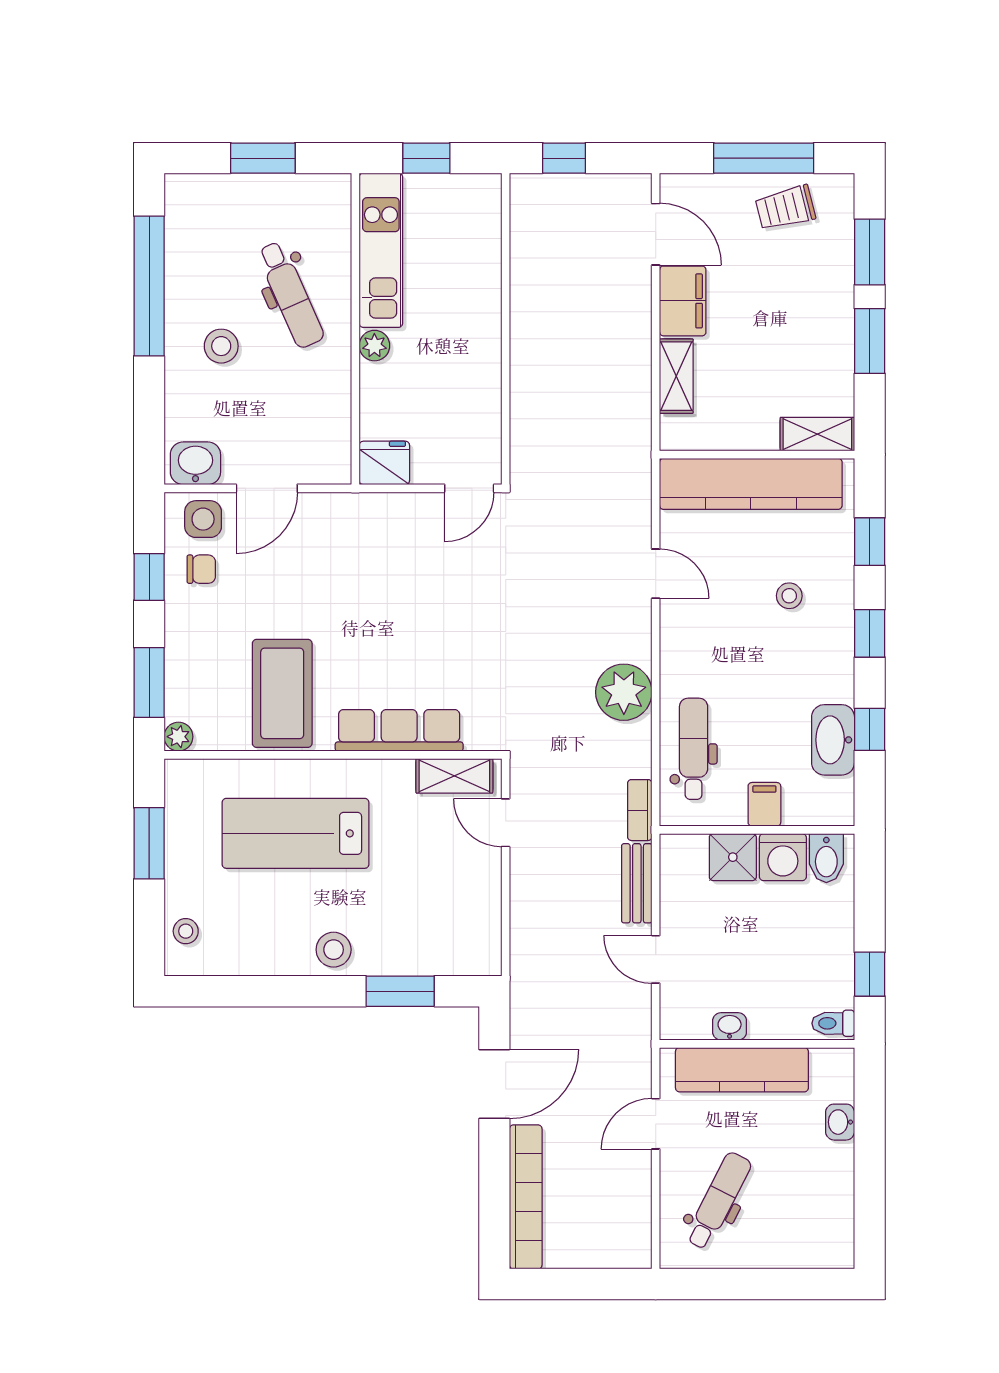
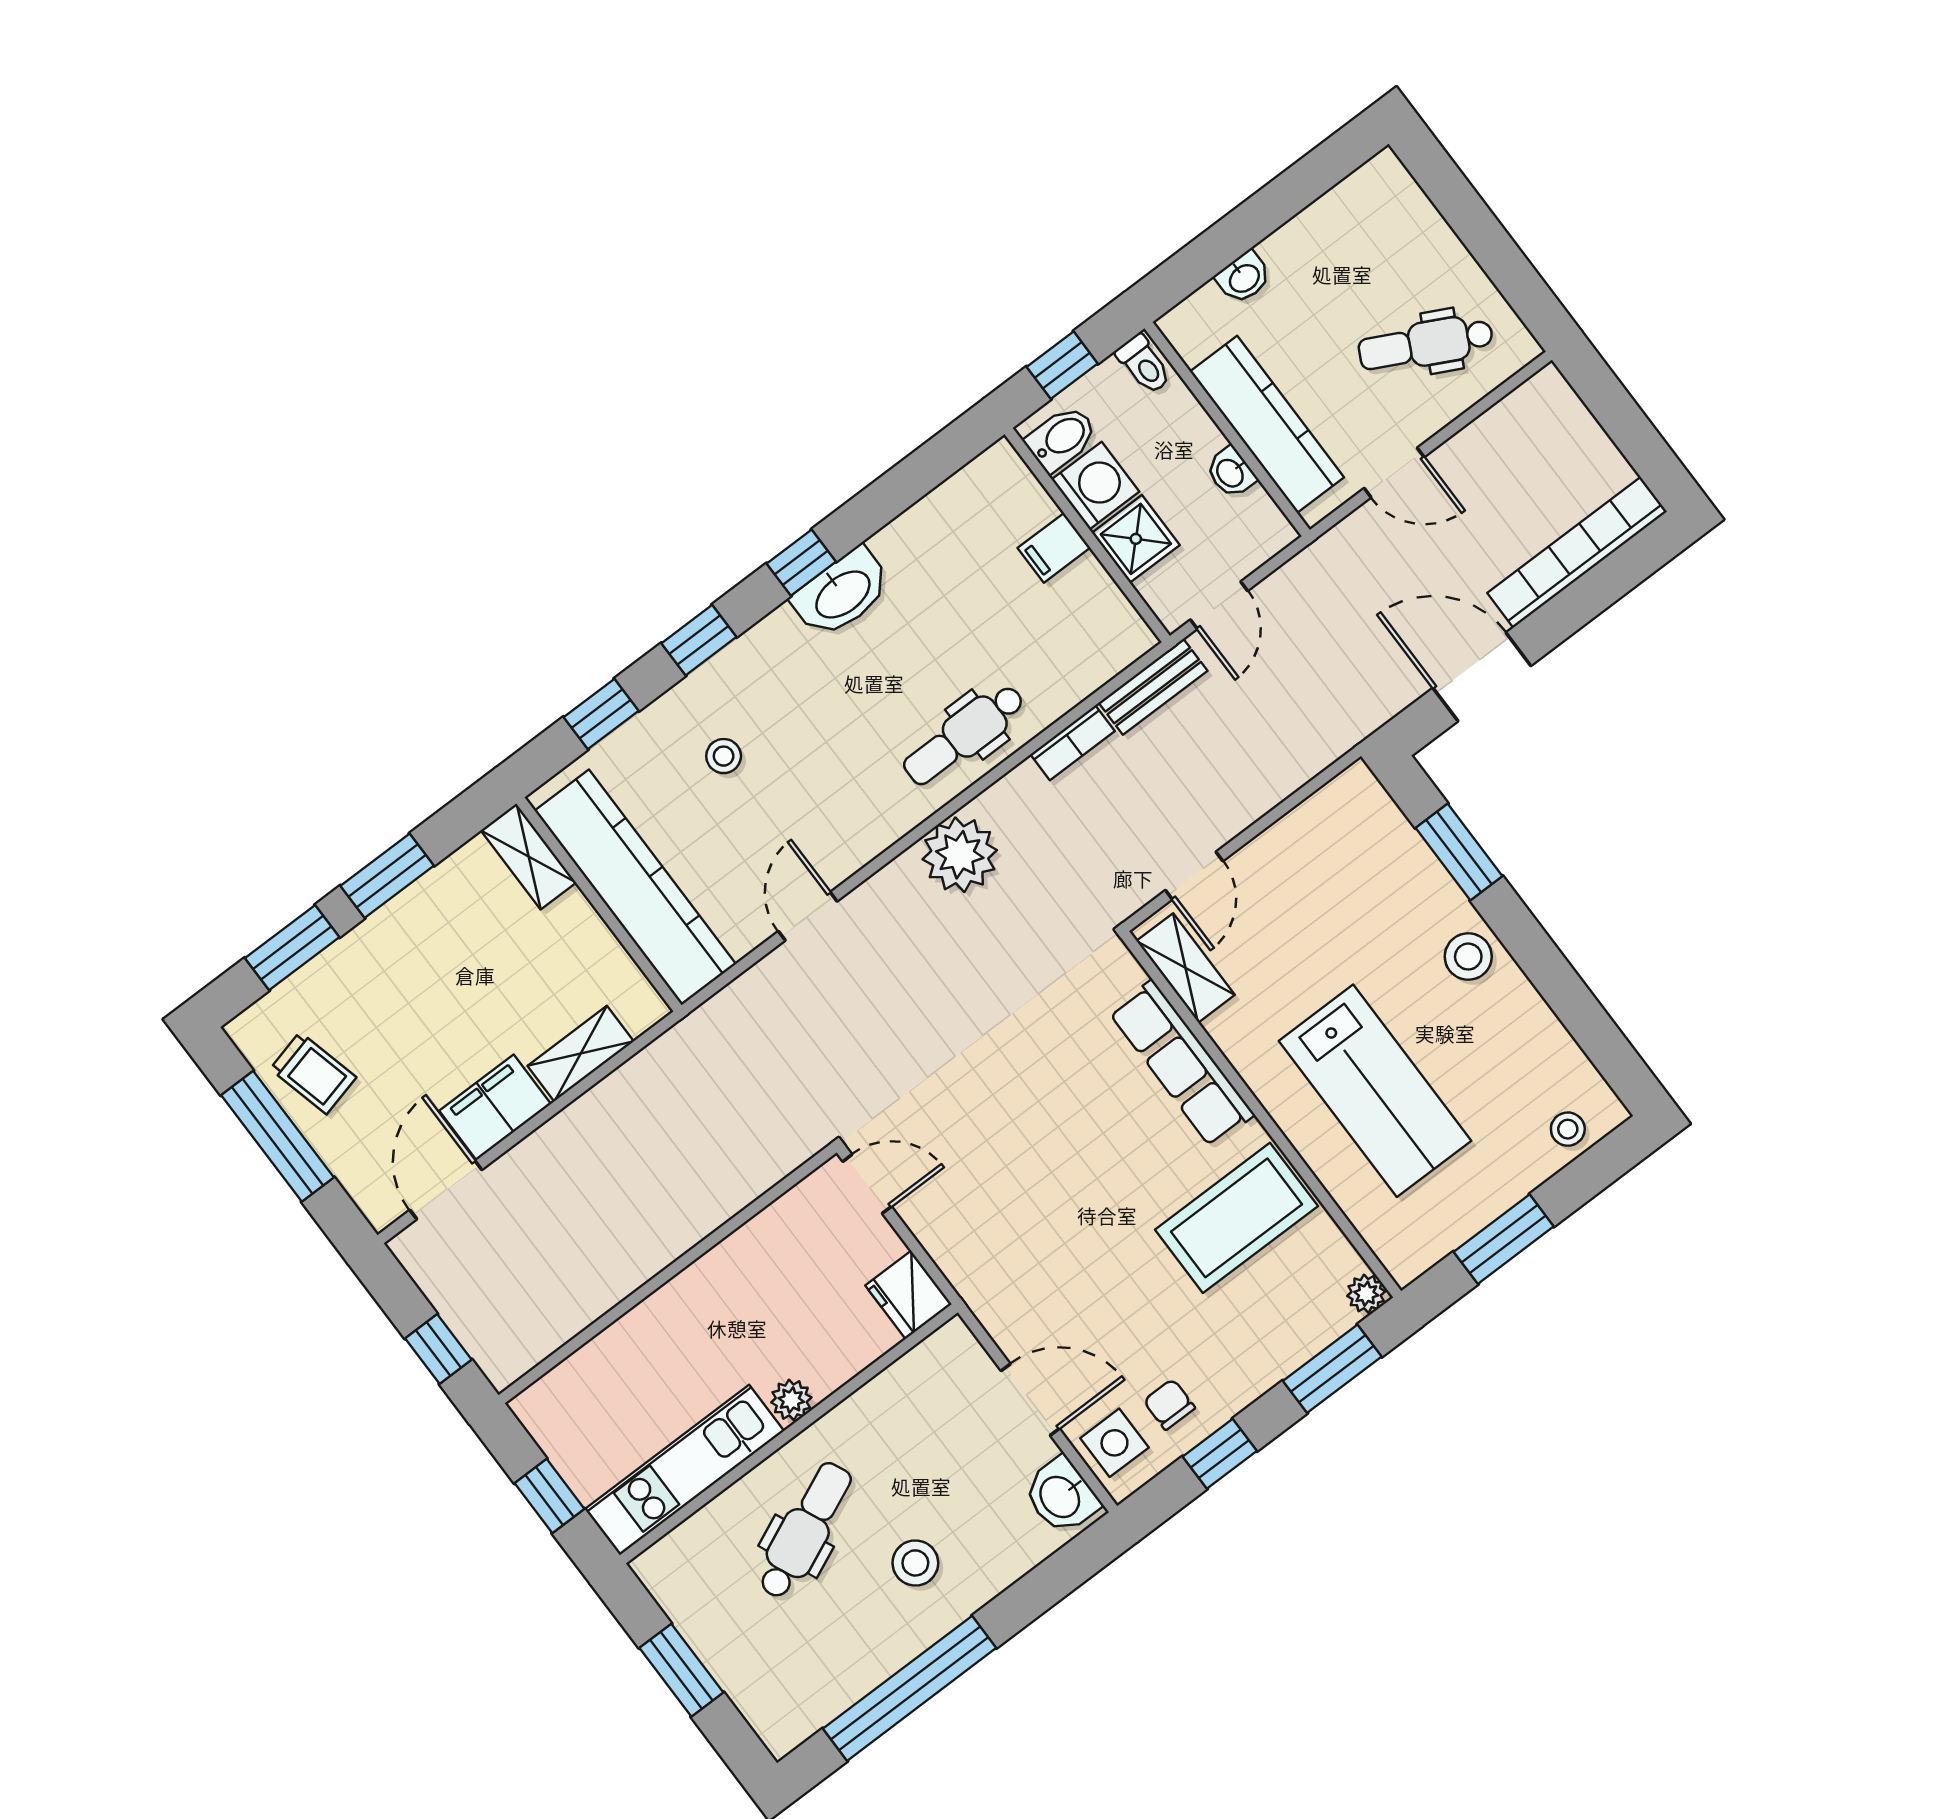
filing cabinet: (764, 804) -> (1054, 548), moved
wall: (757, 830) -> (1087, 535), moved
shower: (733, 857) -> (1136, 539), moved
washing machine: (783, 857) -> (1095, 486), moved
bidet: (826, 858) -> (1061, 438), moved

